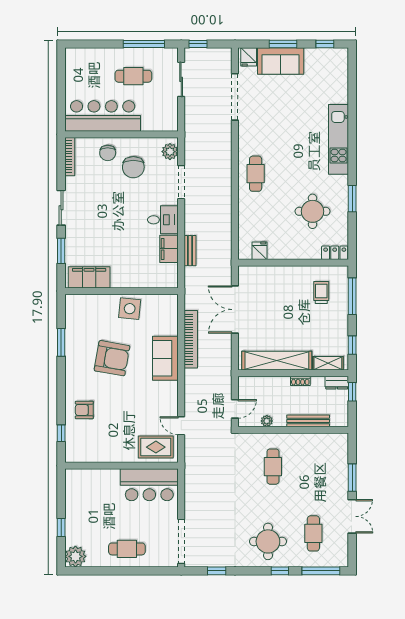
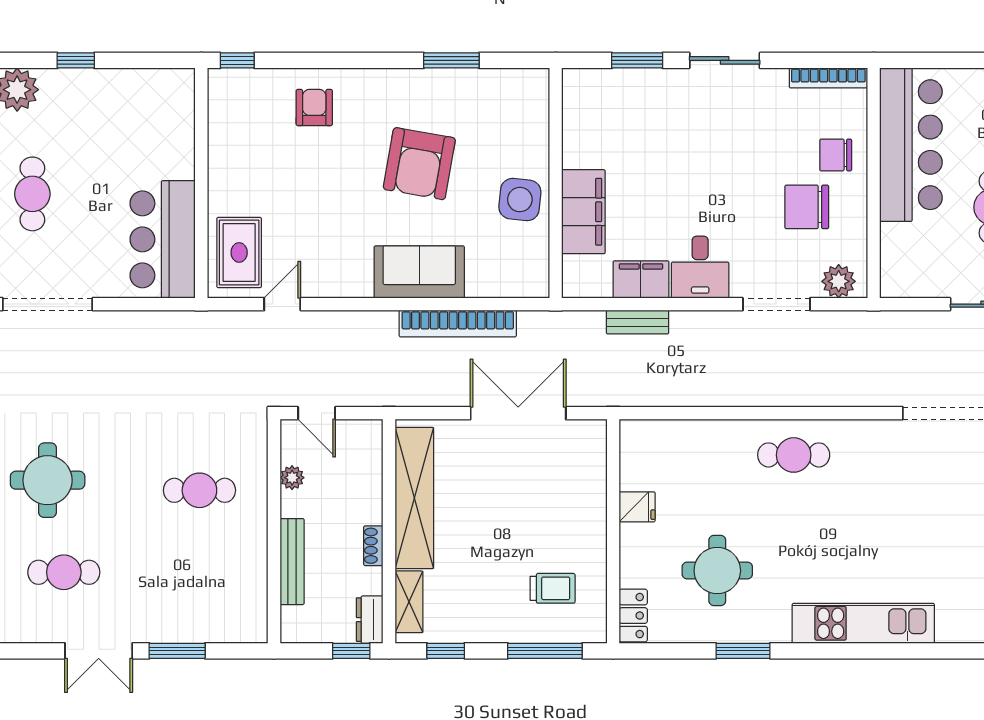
fridge: (259, 251) -> (637, 507), moved
filing cabinet: (89, 277) -> (583, 212), moved
window: (61, 433) -> (237, 60), moved

